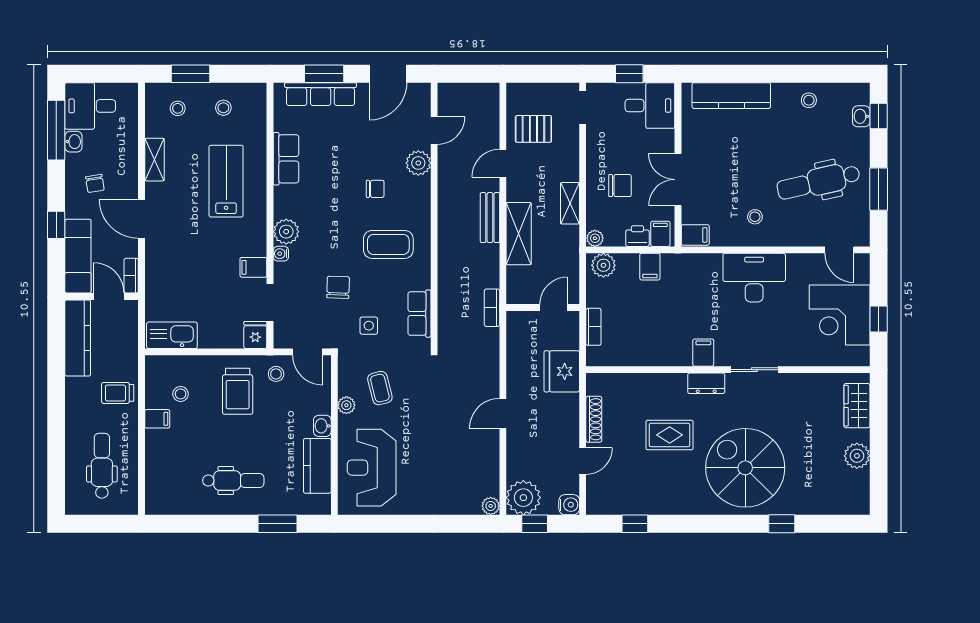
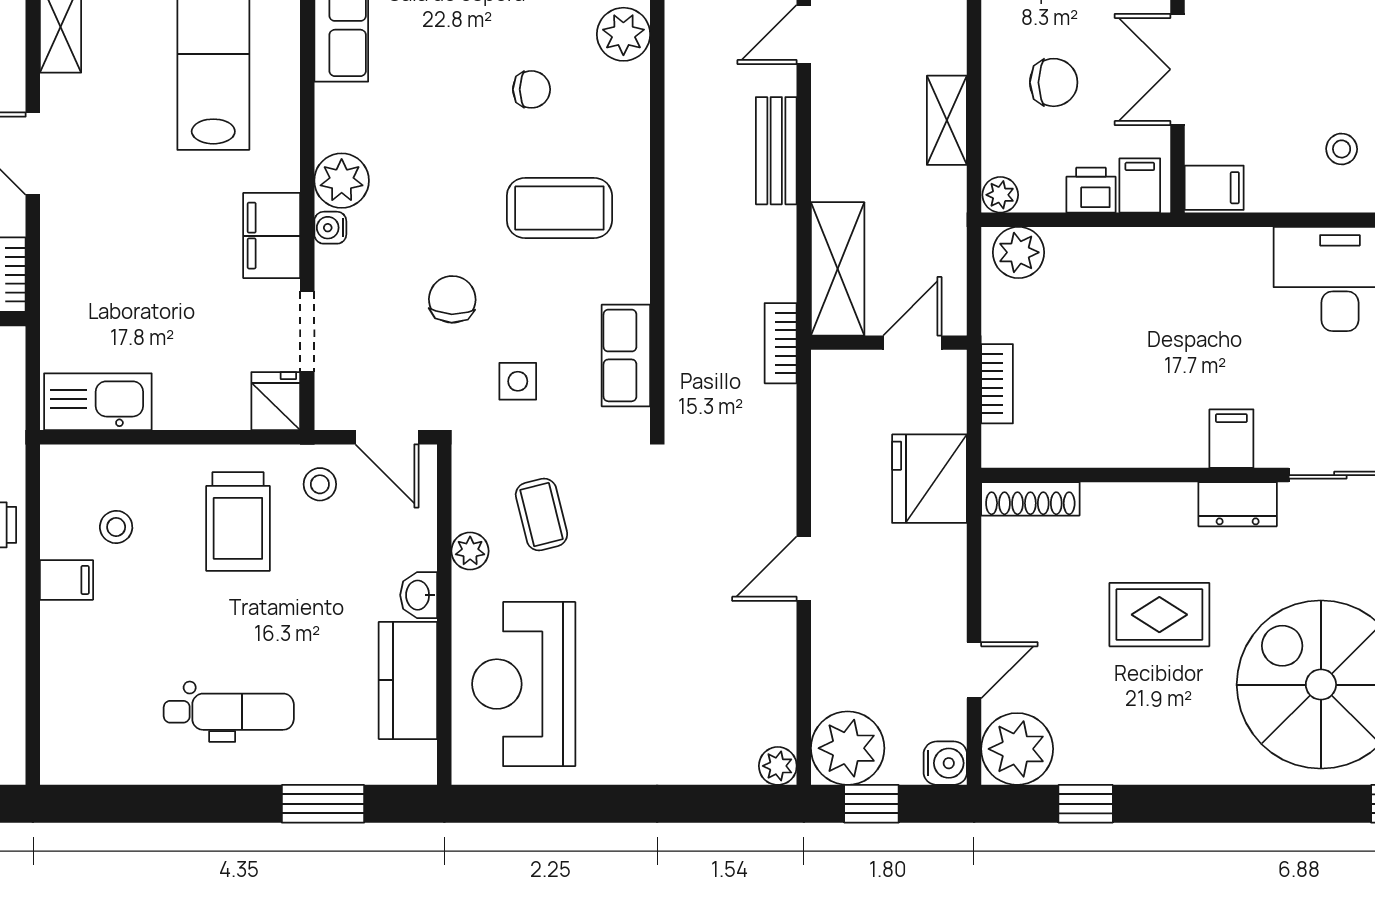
shelving: (519, 234) -> (838, 269), moved
filing cabinet: (253, 267) -> (272, 236), width x2.00
filing cabinet: (650, 267) -> (1118, 255), removed
shoe rack: (594, 419) -> (1030, 499), moved, turned 90
plant: (603, 498) -> (1017, 749), added

